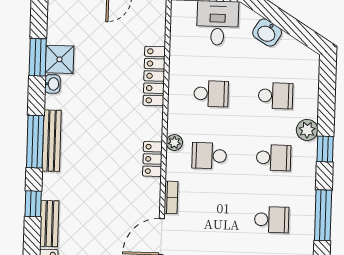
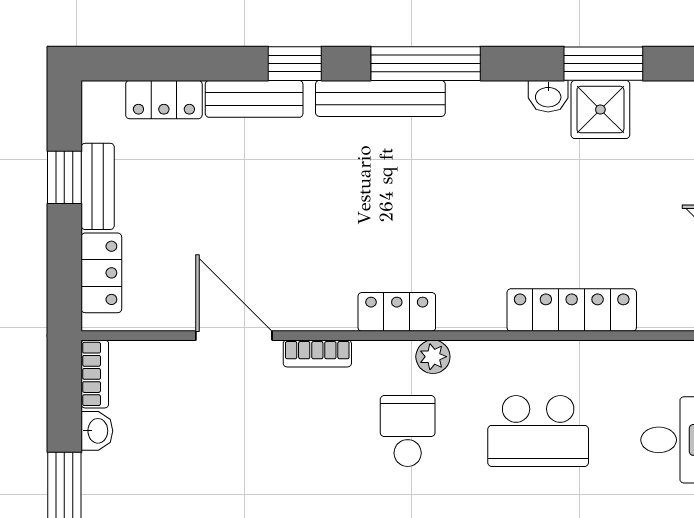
school desk: (211, 94) -> (538, 431), width x1.85
bench: (52, 141) -> (380, 98), moved

